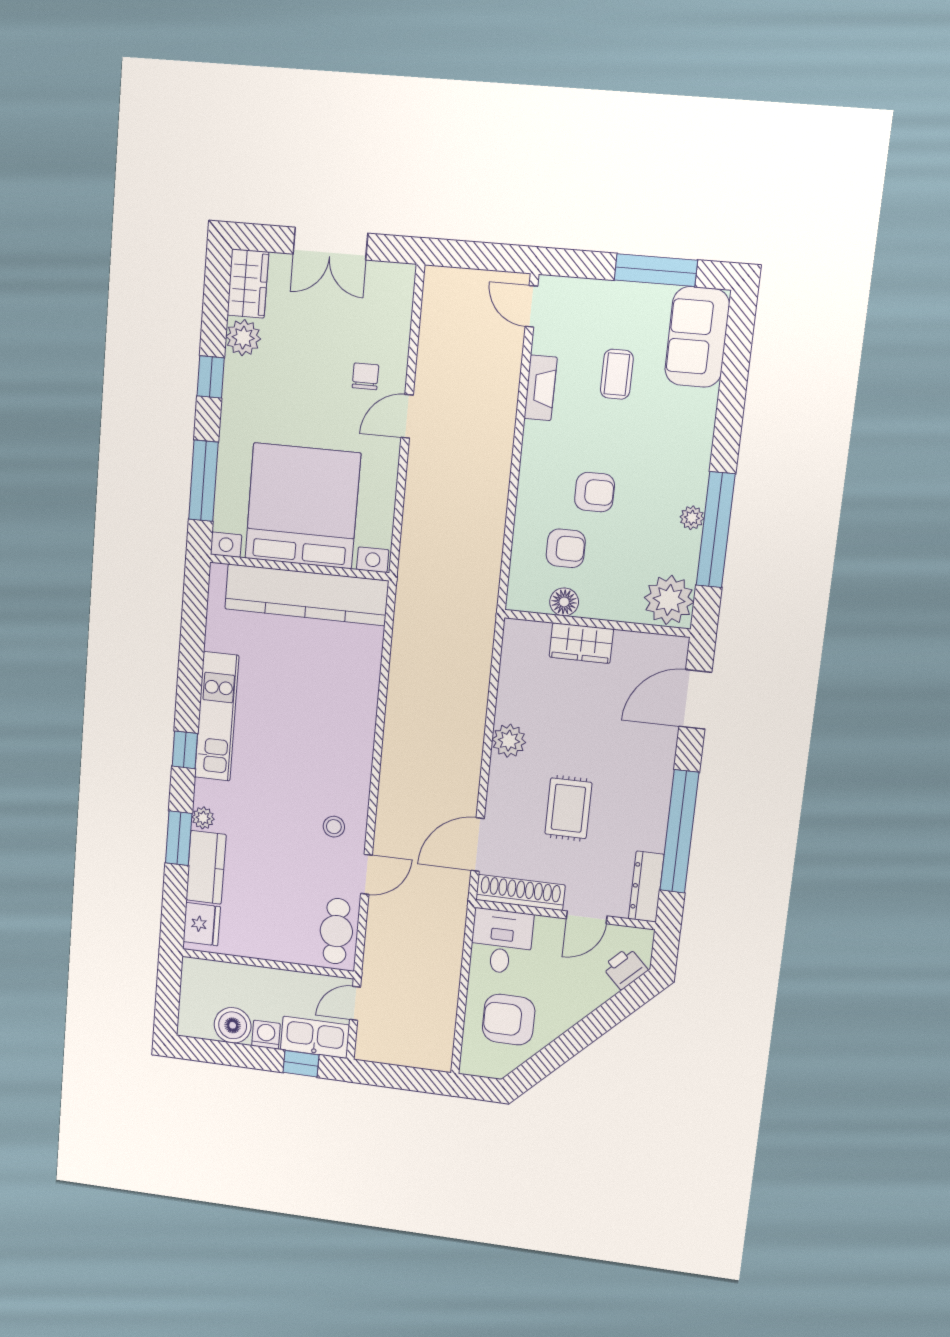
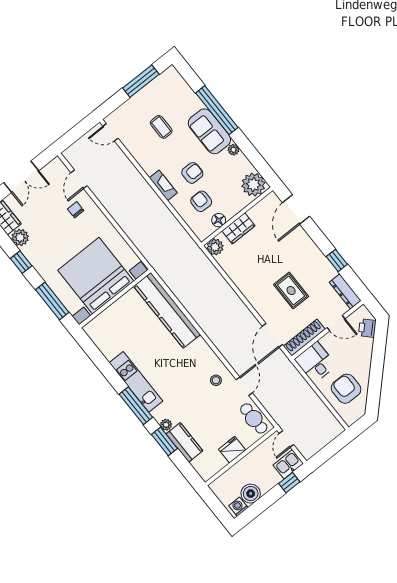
sofa: (697, 337) -> (209, 131), moved
fireplace: (541, 388) -> (163, 185), moved
door: (407, 416) -> (79, 179), moved
window: (716, 530) -> (217, 110), moved
armchair: (566, 548) -> (201, 201), turned -90
kitchen counter: (306, 595) -> (167, 310), moved, turned 90
plant: (509, 741) -> (215, 247), moved
window: (185, 750) -> (136, 406), width x2.17
window: (679, 831) -> (337, 260), width x0.32
door: (587, 917) -> (336, 323), hinge flipped
fridge: (202, 924) -> (232, 450), moved, turned -90
armchair: (509, 1020) -> (346, 389), turned 90
washing machine: (266, 1035) -> (238, 507), moved
kitchen sink: (315, 1037) -> (288, 464), width x0.73

